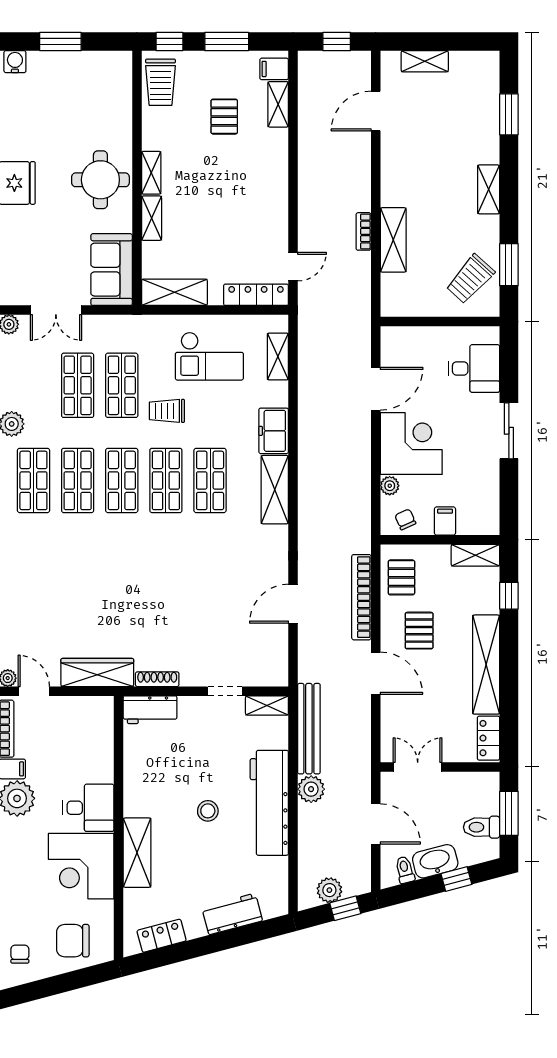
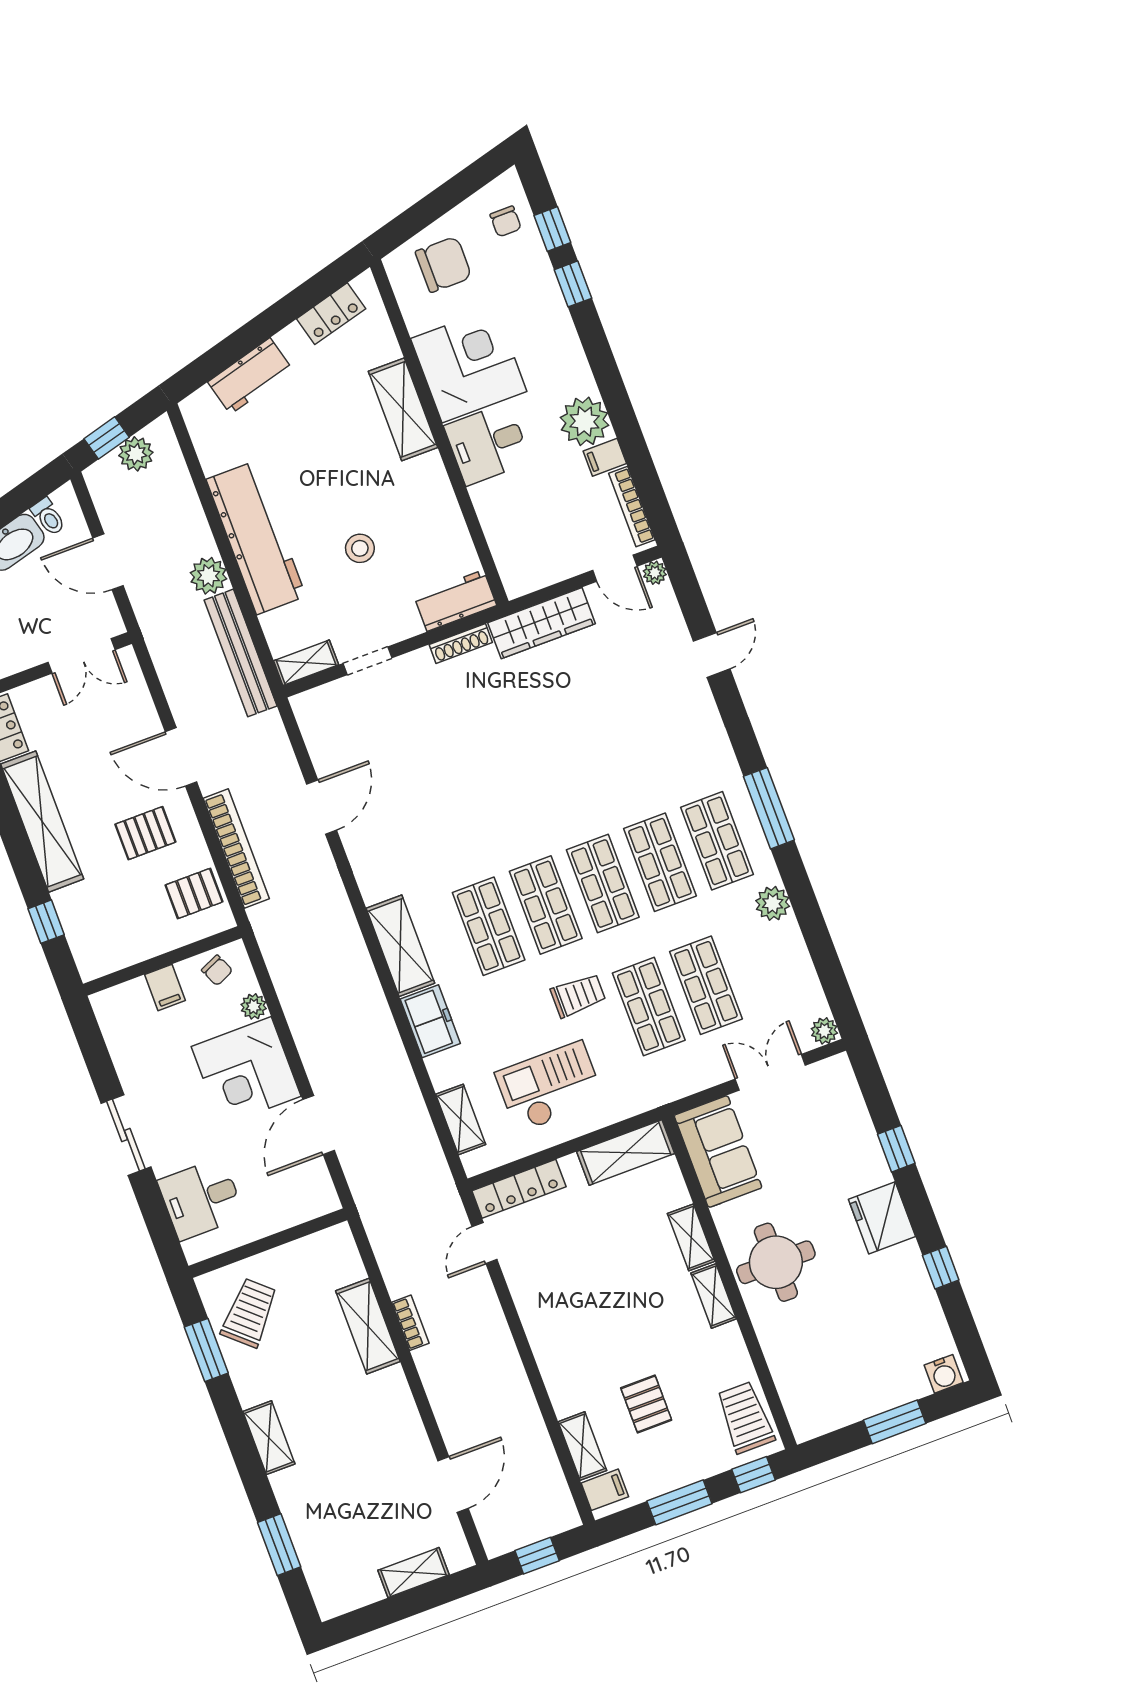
shelving: (475, 555) -> (109, 958), removed
pallet: (401, 577) -> (194, 893), turned 90
pallet: (419, 631) -> (145, 833), turned 90
stool: (208, 811) -> (360, 548), moved

